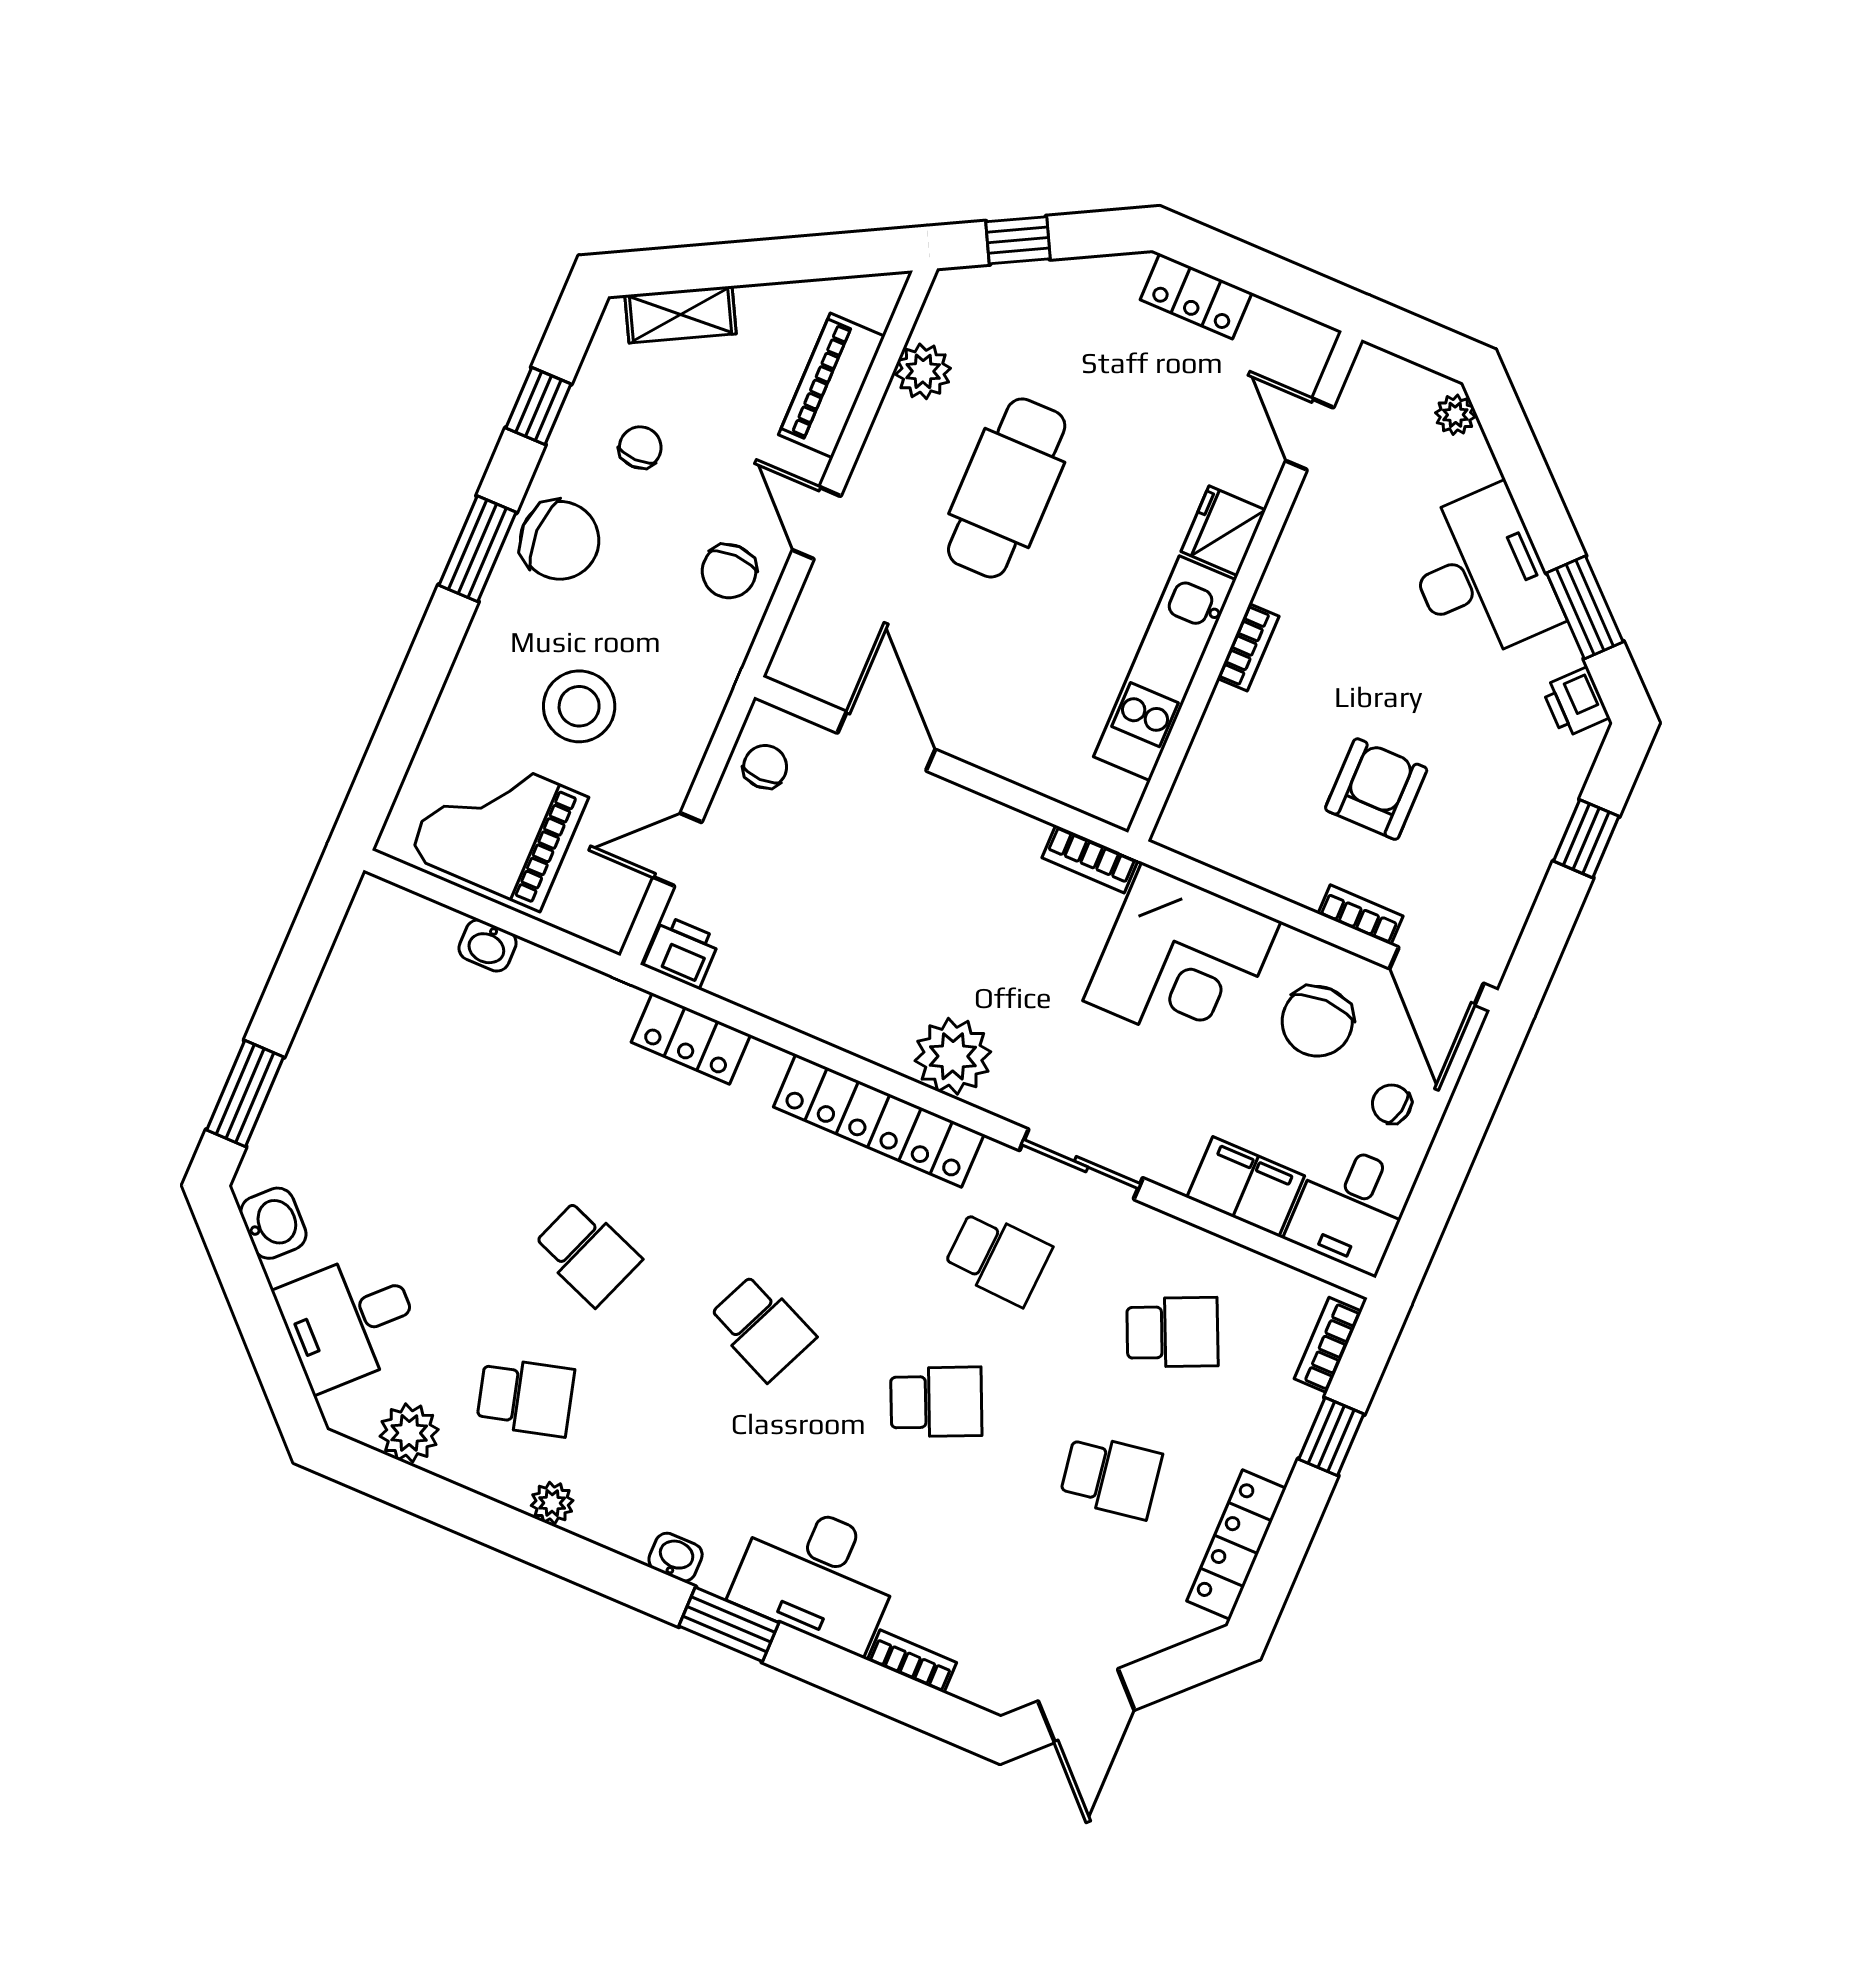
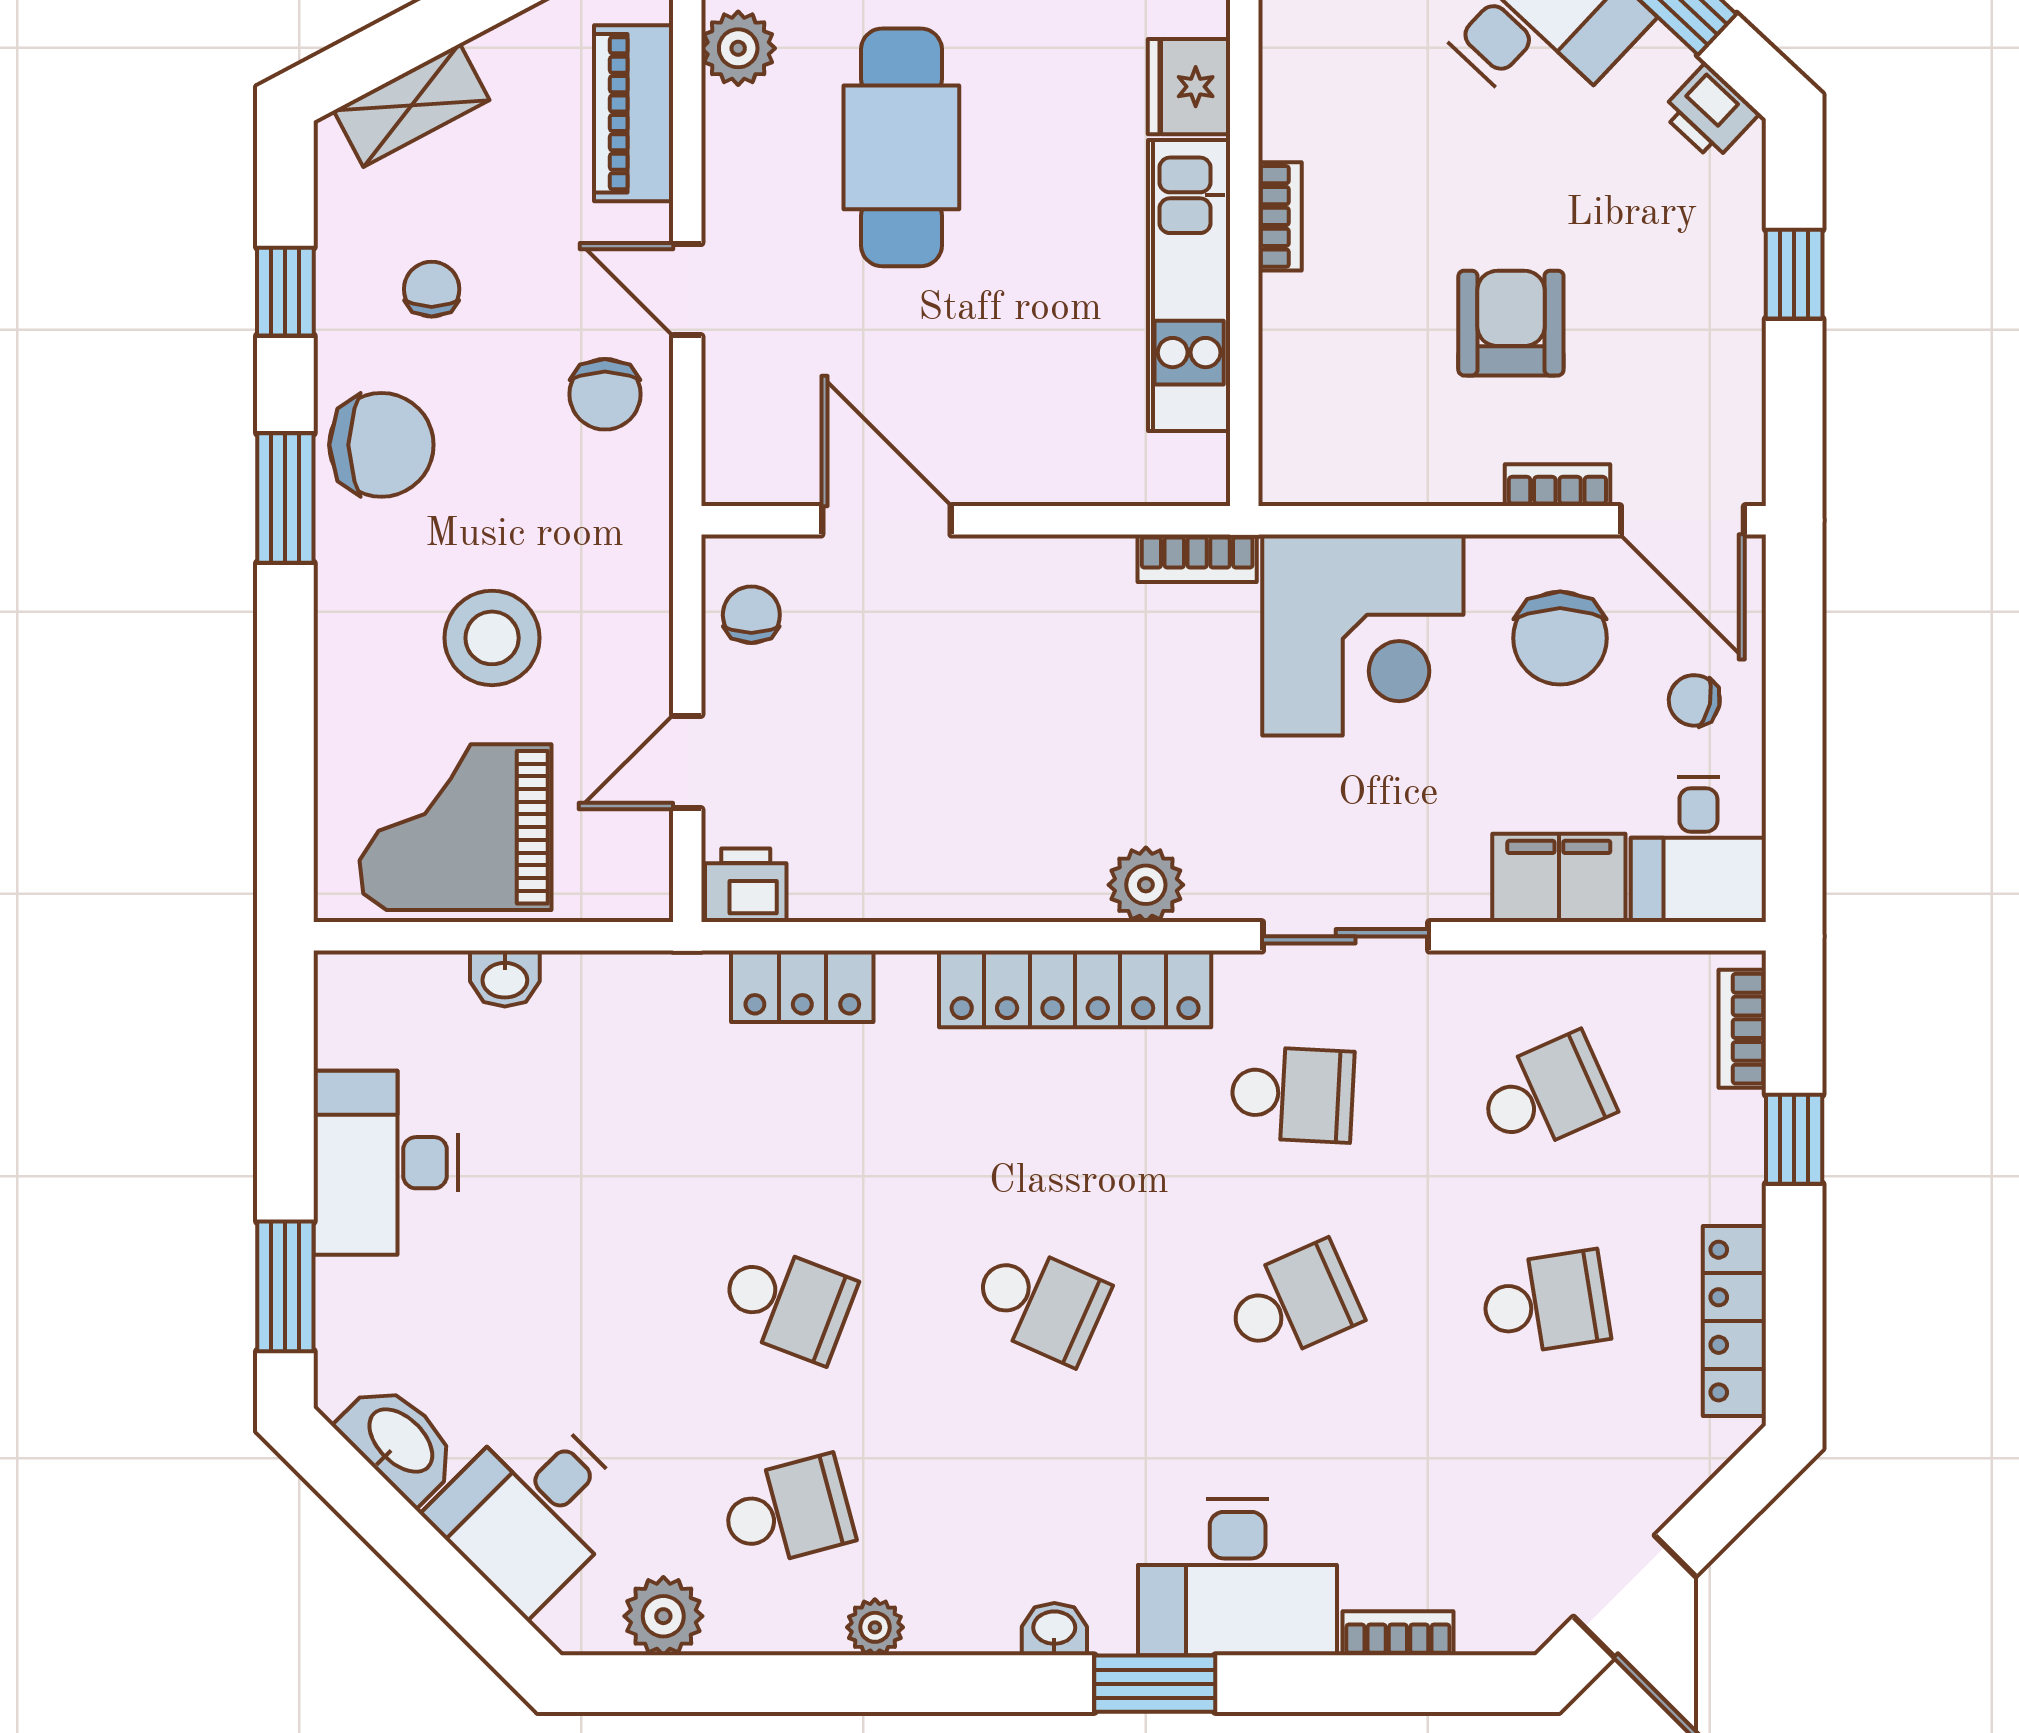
desk: (351, 1038) -> (386, 1163), added
plant: (953, 1056) -> (1146, 885), width x0.73, depth x0.73
washbasin: (273, 1223) -> (399, 1442), width x1.38

